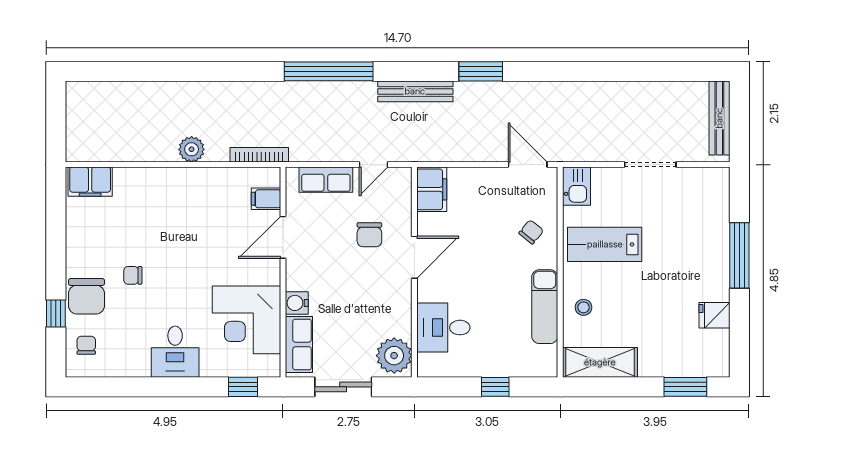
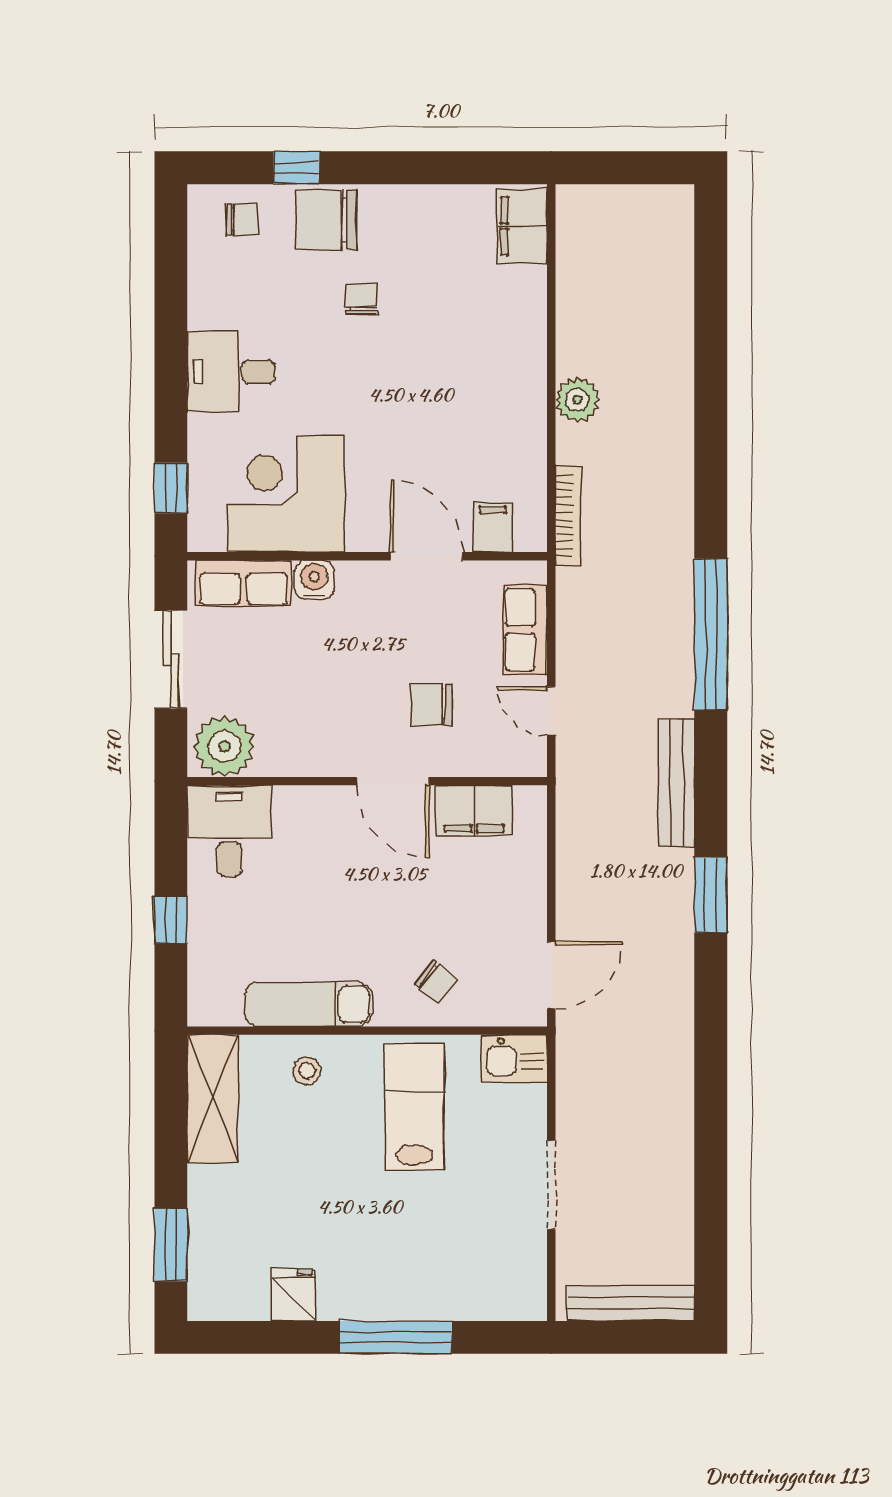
filing cabinet: (432, 189) -> (474, 811), moved
desk: (443, 328) -> (229, 831), moved

